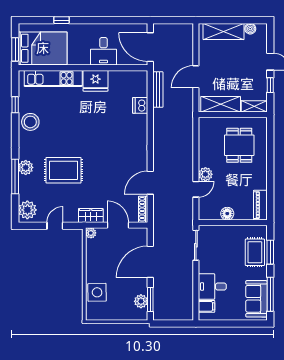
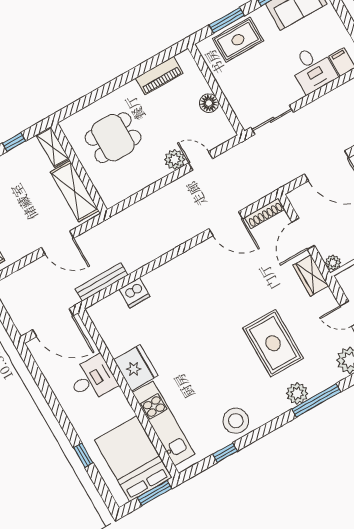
door: (150, 47) -> (53, 323), hinge flipped
piano: (260, 205) -> (159, 76), moved

